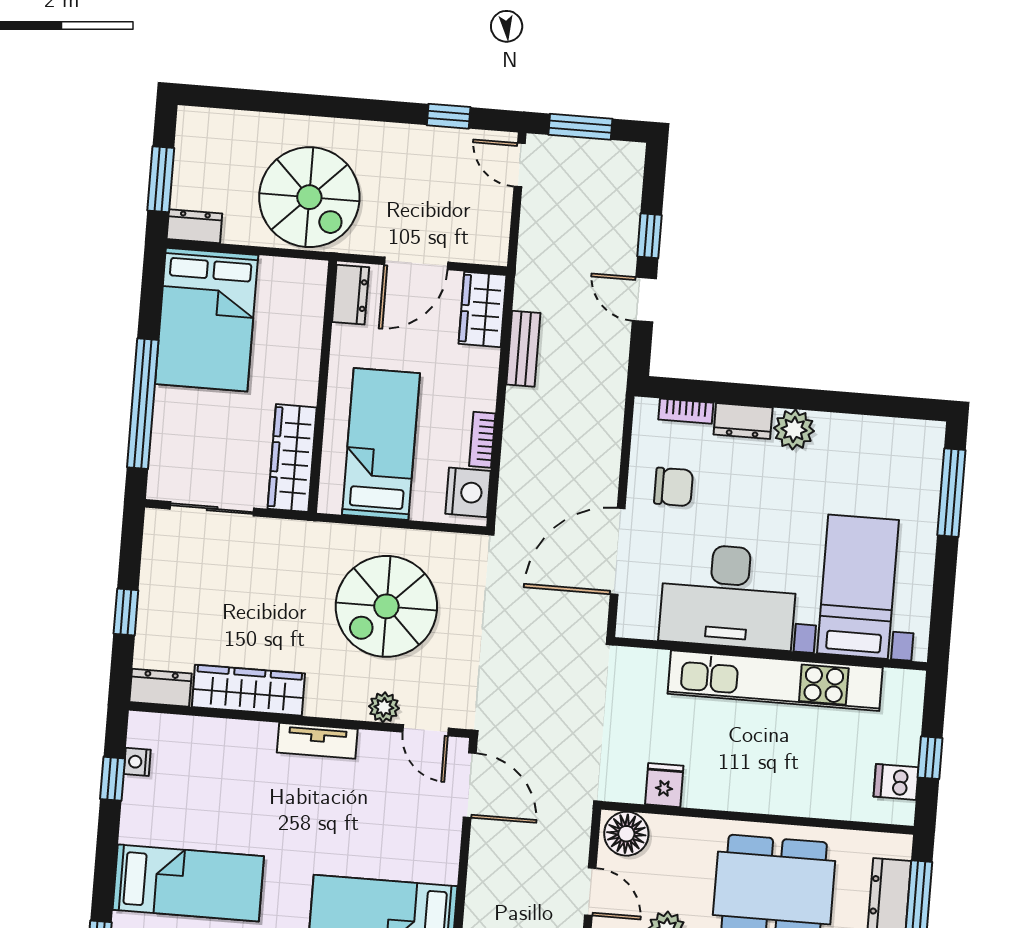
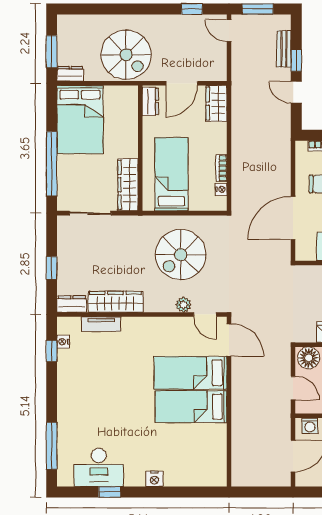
bench: (523, 349) -> (284, 49), moved
nightstand: (468, 492) -> (221, 189), width x0.53, depth x0.56
tv unit: (317, 741) -> (101, 324), moved
bed: (188, 883) -> (191, 373), moved, turned 180

